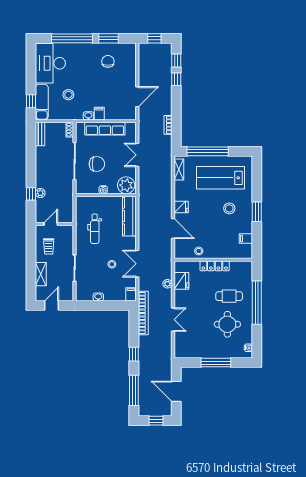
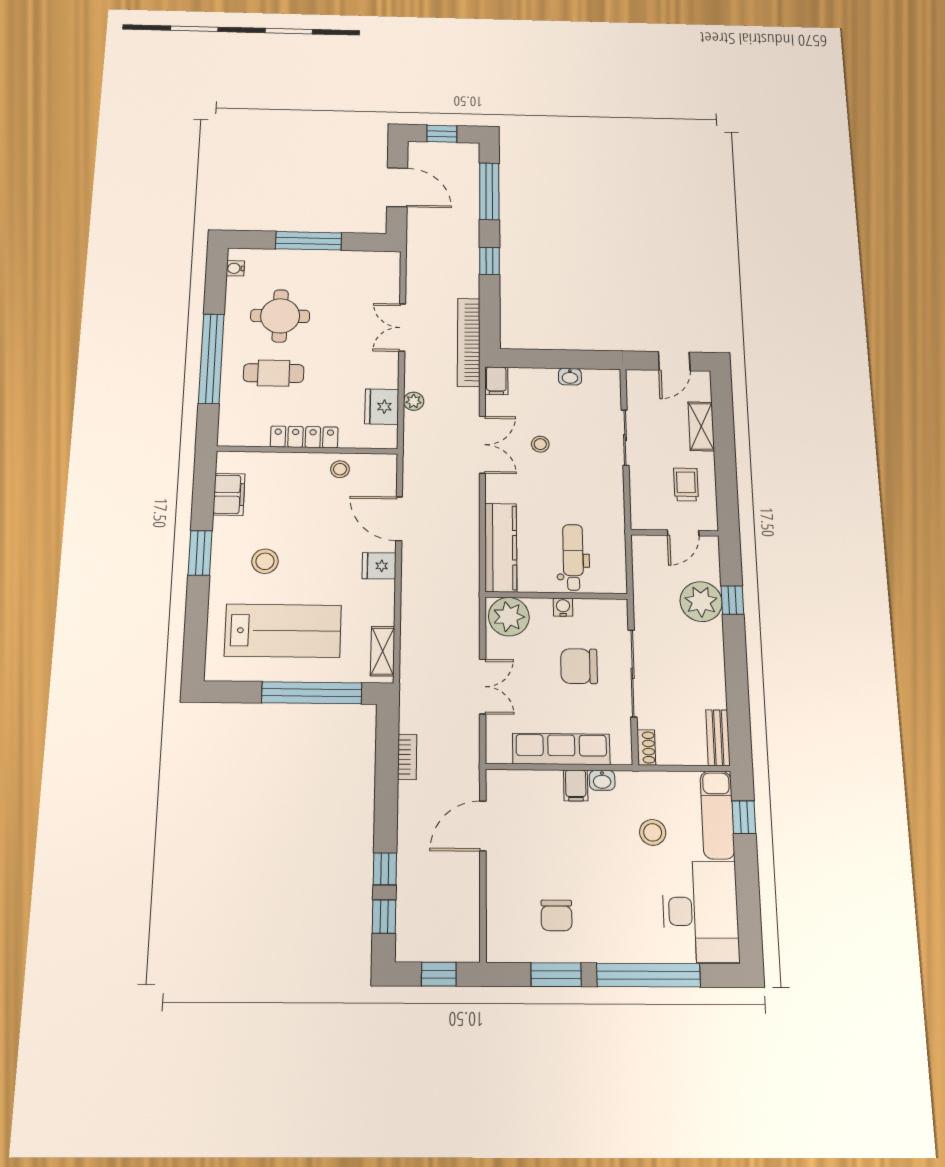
plant: (40, 193) -> (701, 602), width x1.88, depth x1.88
dental chair: (95, 229) -> (573, 557), moved
filing cabinet: (246, 239) -> (229, 494), width x2.00

